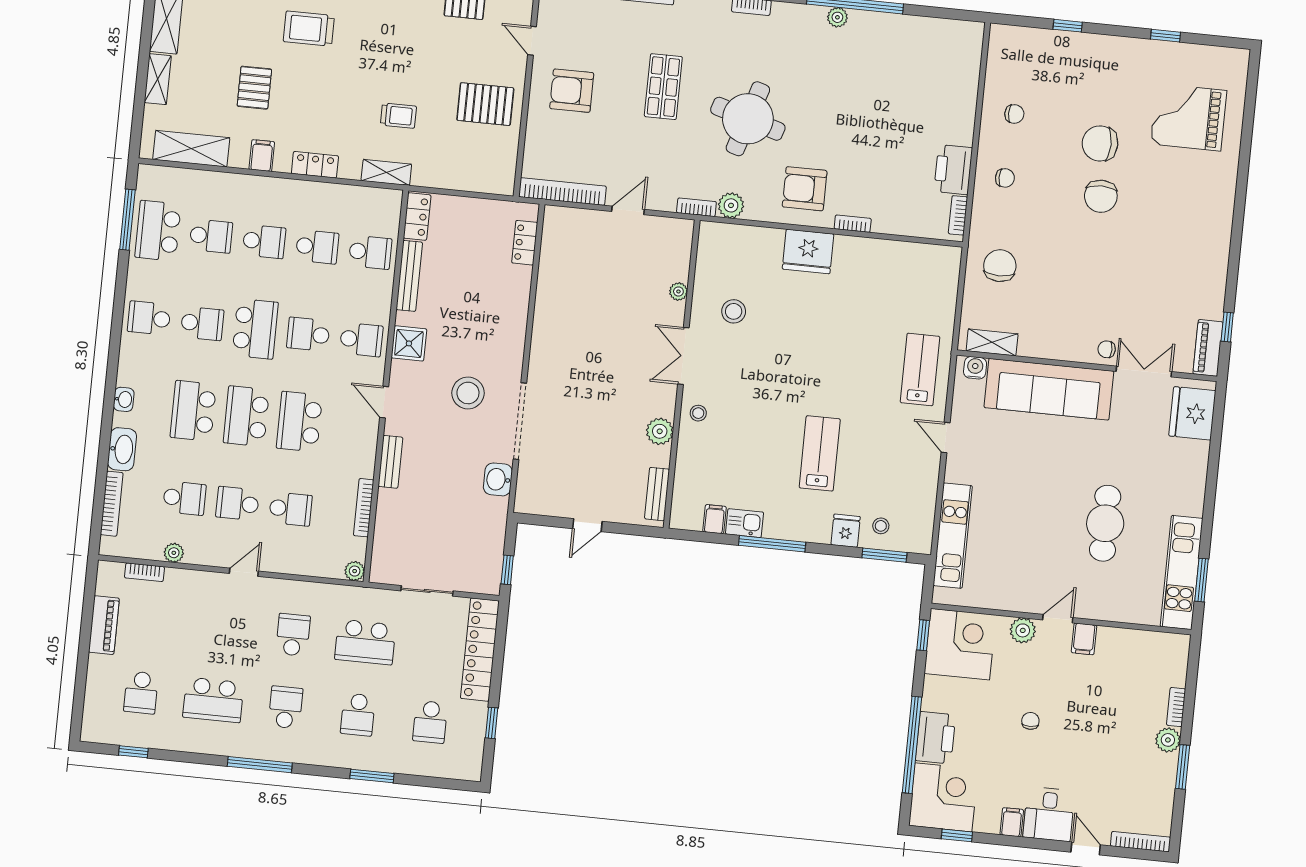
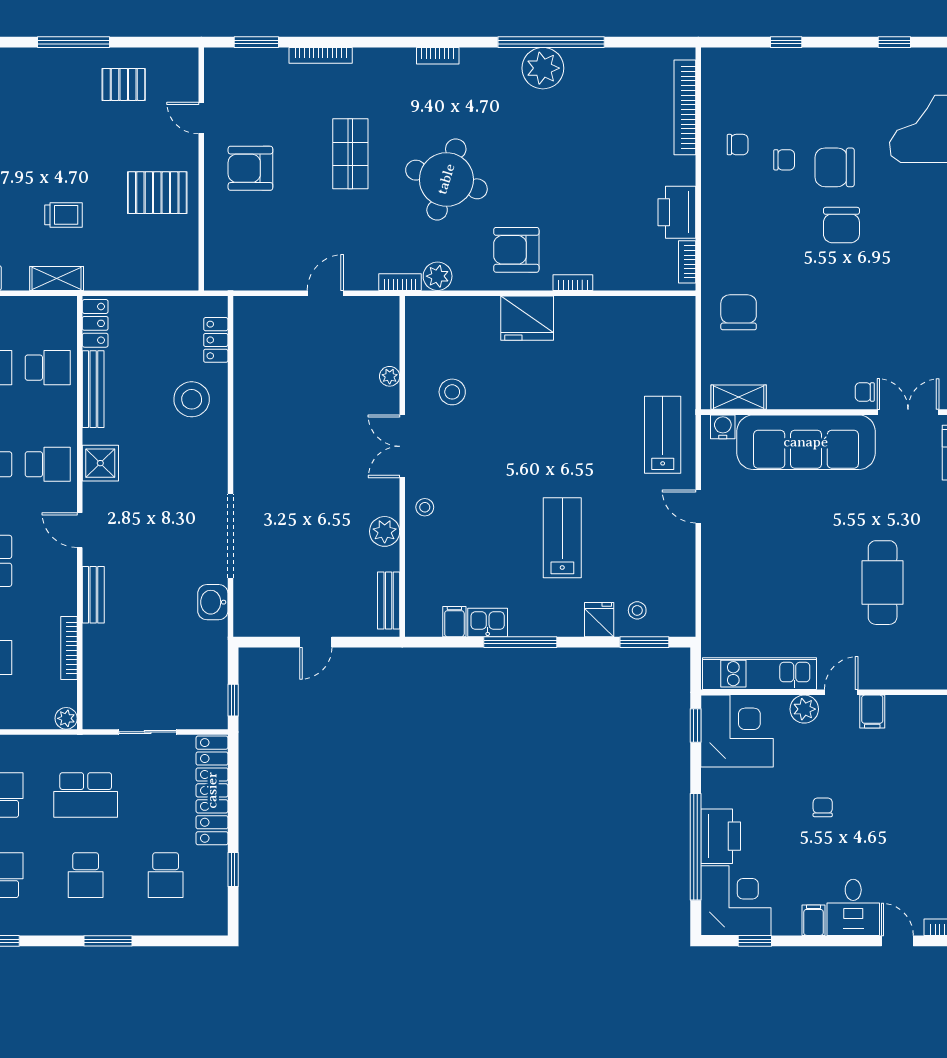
plant: (837, 17) -> (543, 68), width x1.87, depth x1.87
chair: (1005, 178) -> (784, 160), moved
bookcase: (562, 191) -> (685, 107), moved, turned -90
stool: (468, 393) -> (192, 399), moved
kitchen unit: (953, 536) -> (759, 674), moved, turned -90

